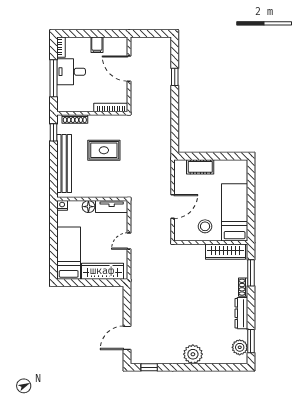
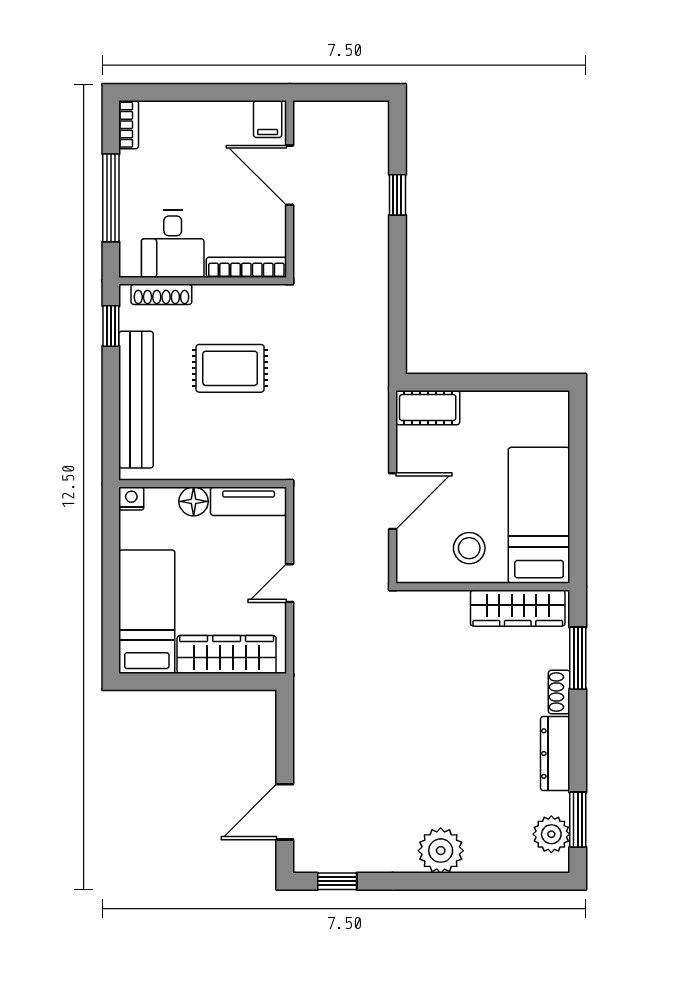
filing cabinet: (97, 45) -> (268, 119), moved
desk: (71, 72) -> (173, 244), moved, turned -90
cot: (200, 167) -> (428, 408), moved

